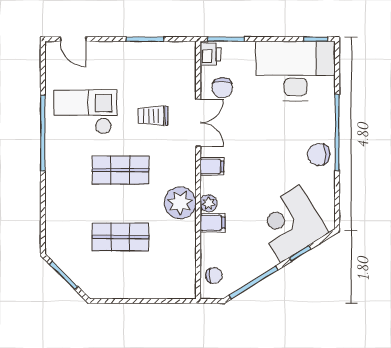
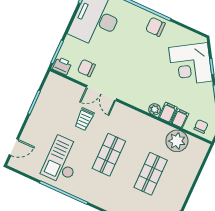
chair: (222, 88) -> (86, 68), turned 180
double door: (198, 123) -> (101, 93), swing flipped
chair: (319, 155) -> (155, 27), turned 90
filing cabinet: (212, 166) -> (180, 118), moved
plant: (180, 203) -> (177, 141), moved

